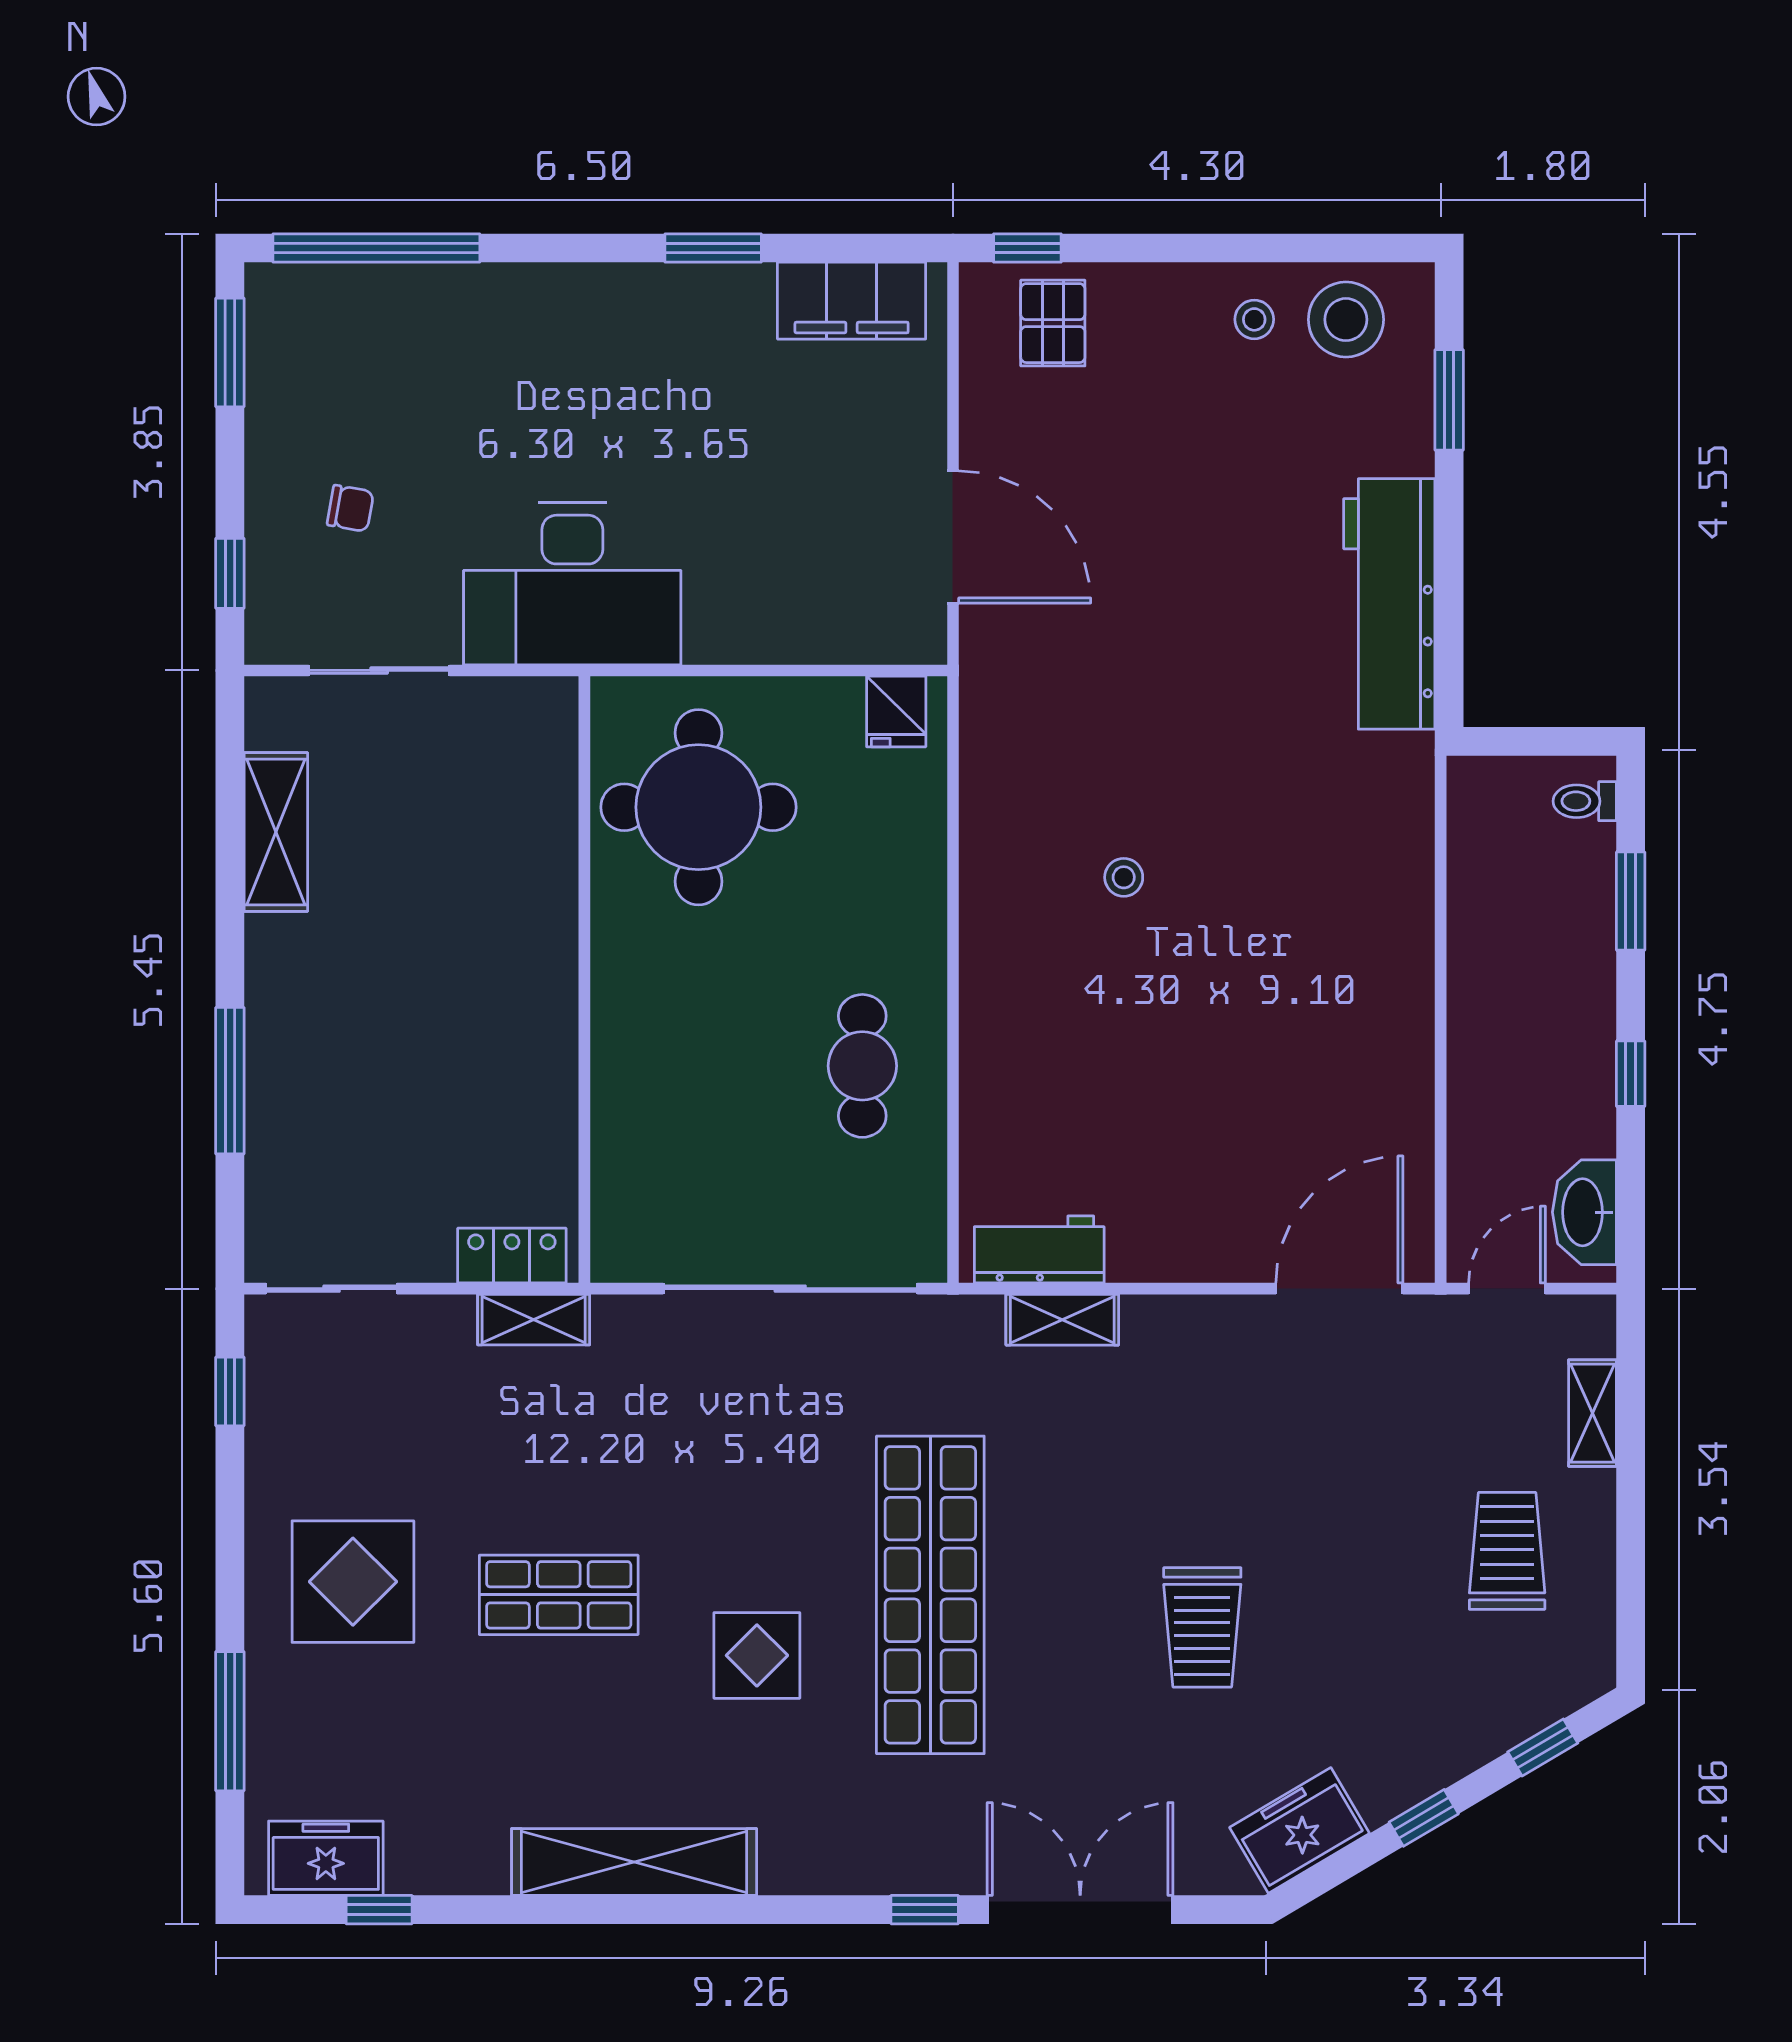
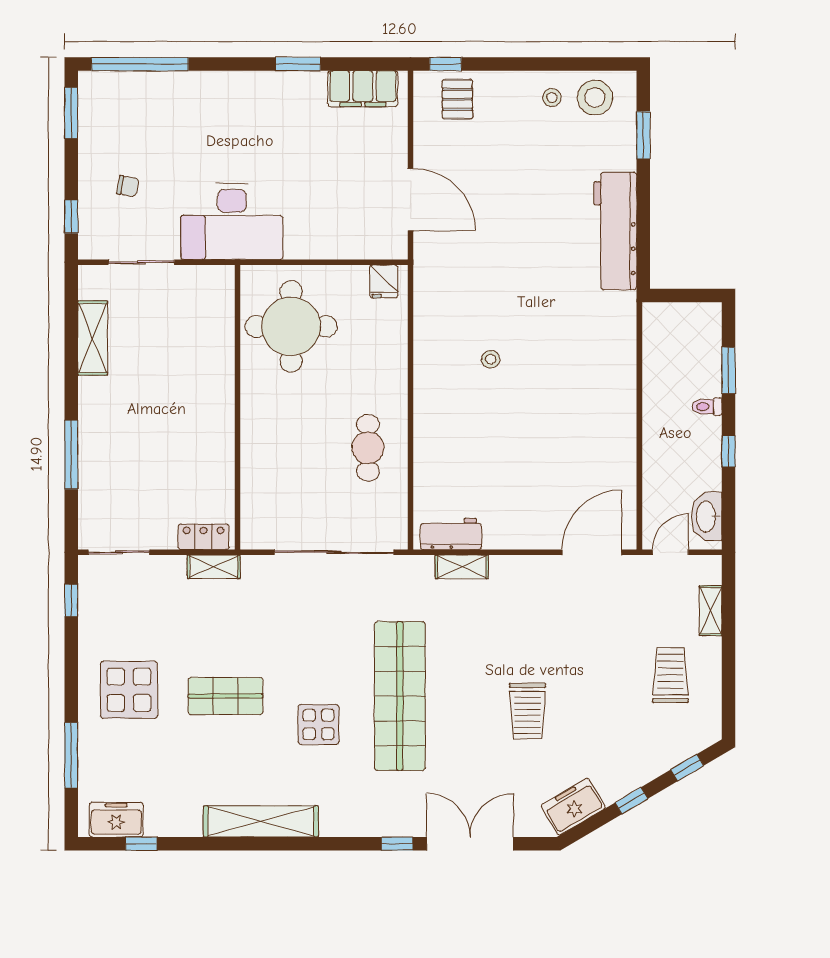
toilet: (1585, 801) -> (707, 407), moved

